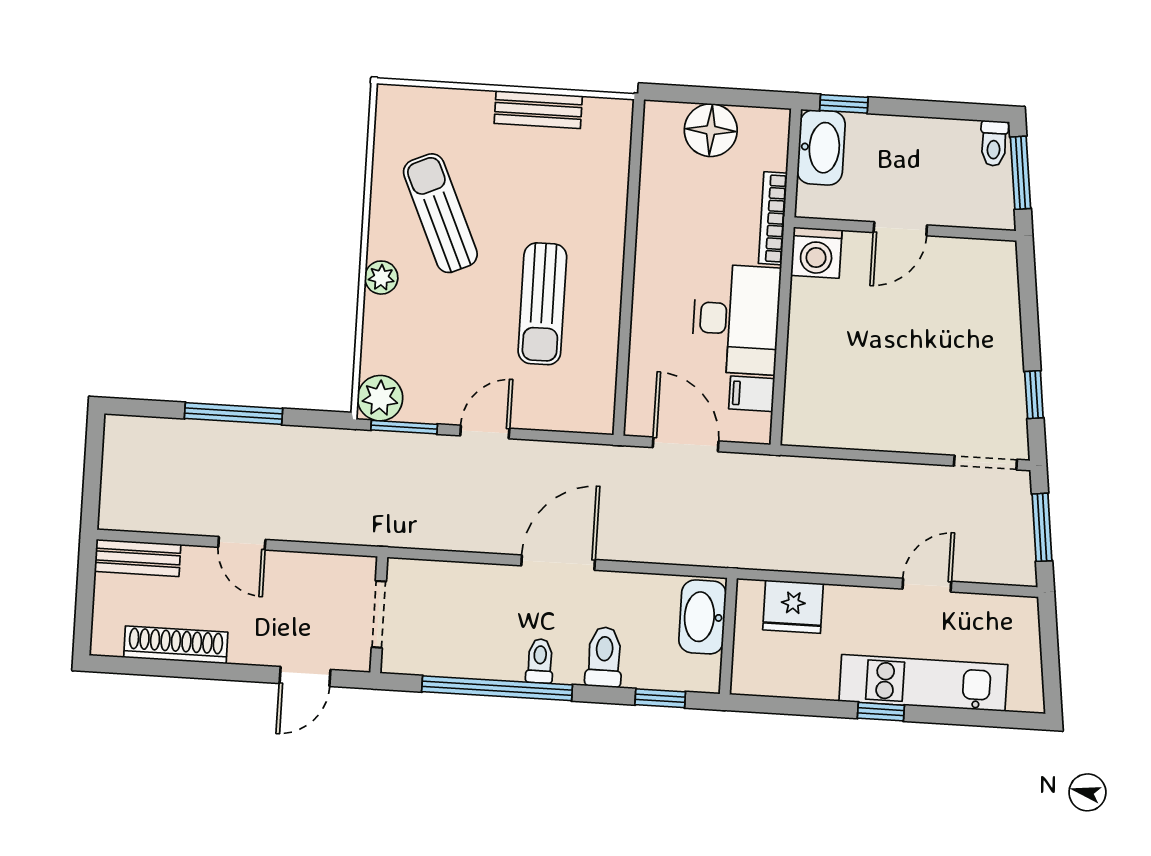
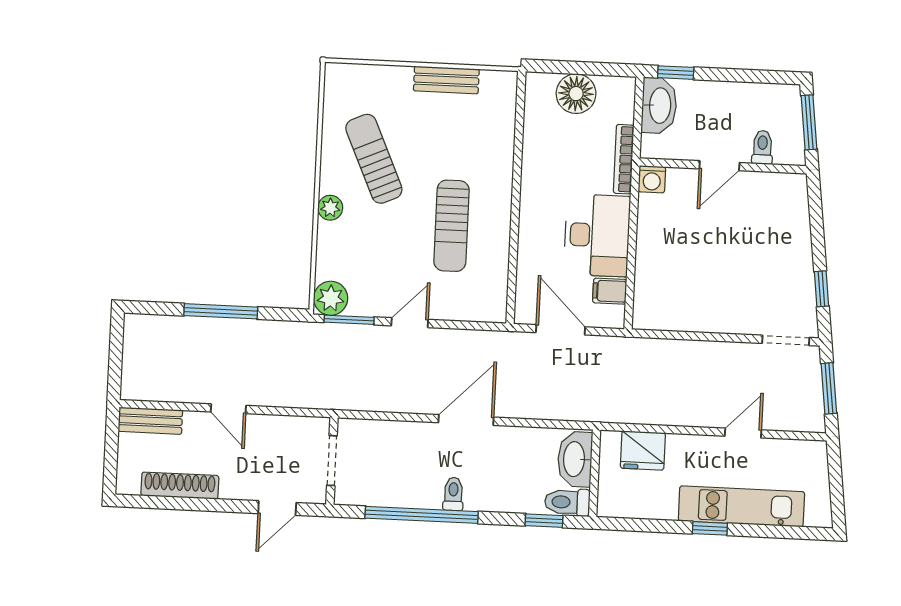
toilet: (994, 143) -> (762, 147), moved, turned 180
washing machine: (816, 253) -> (652, 179), width x0.73, depth x0.73
toilet: (604, 657) -> (567, 502), moved, turned -90

